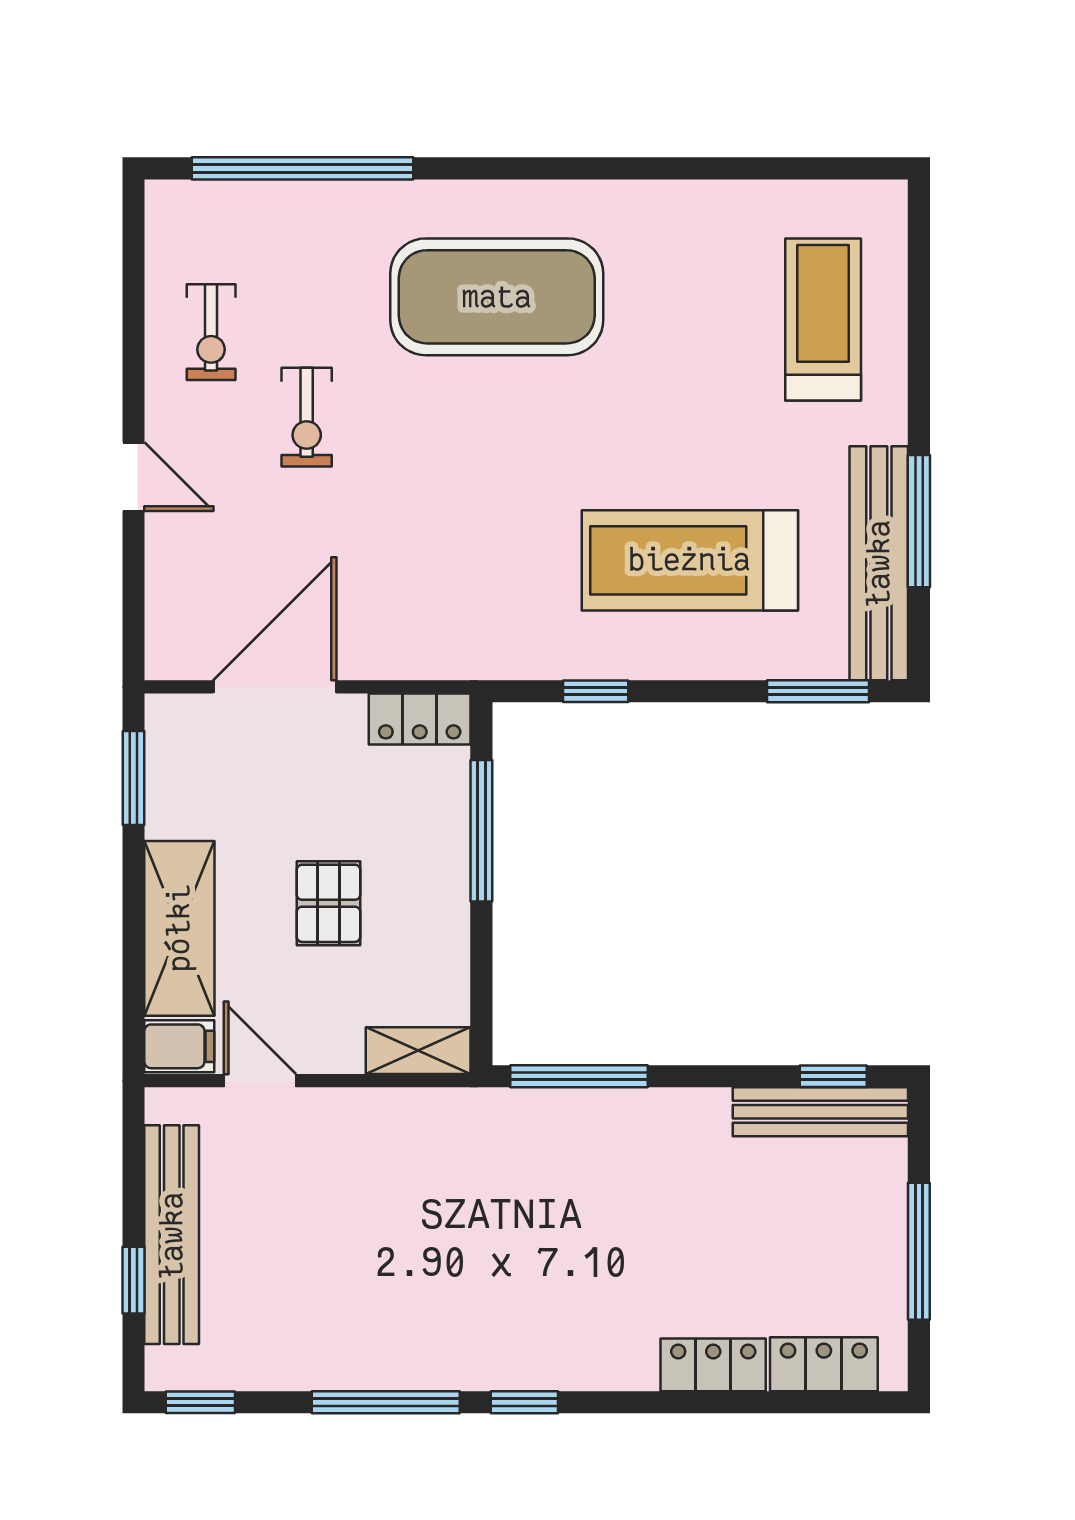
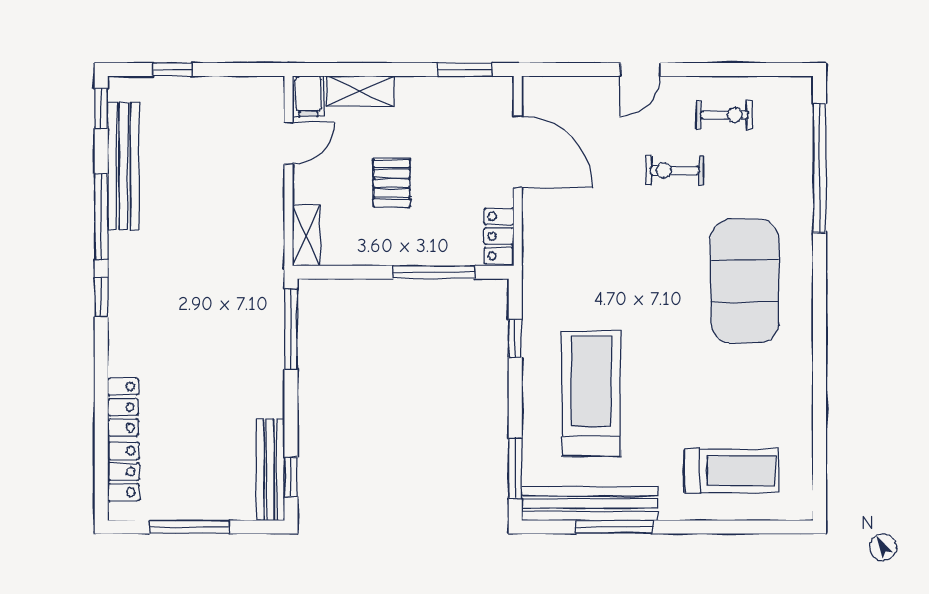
exercise bike: (211, 332) -> (724, 115), turned 180
pallet: (329, 903) -> (392, 183), turned 90
shelving: (179, 928) -> (360, 91), width x0.67, depth x0.75
bench: (172, 1235) -> (123, 166), moved, turned 90

